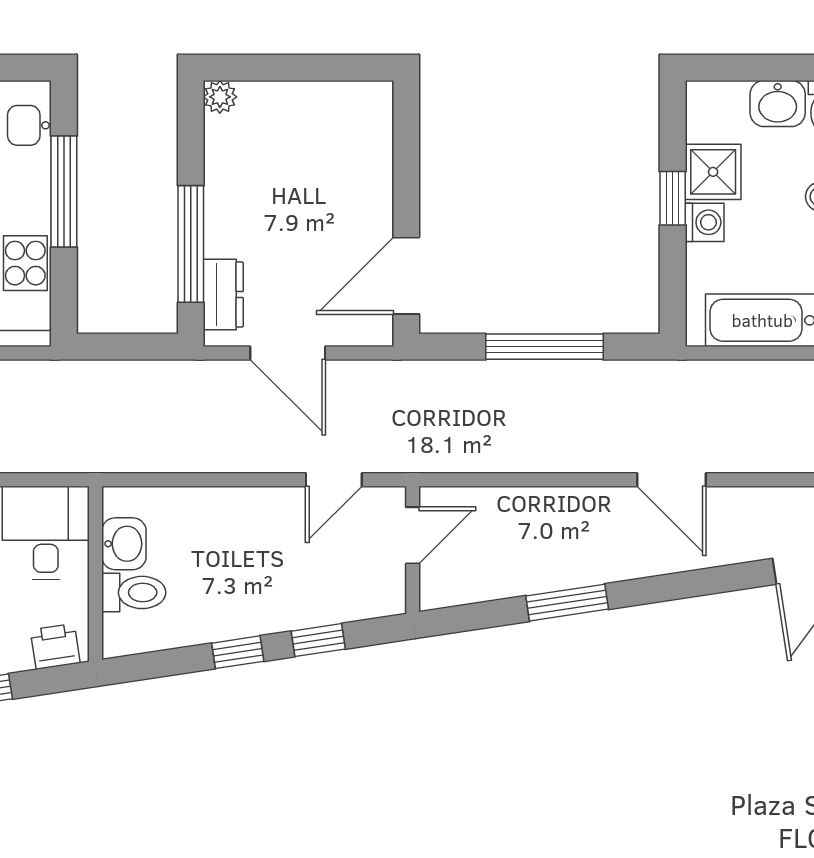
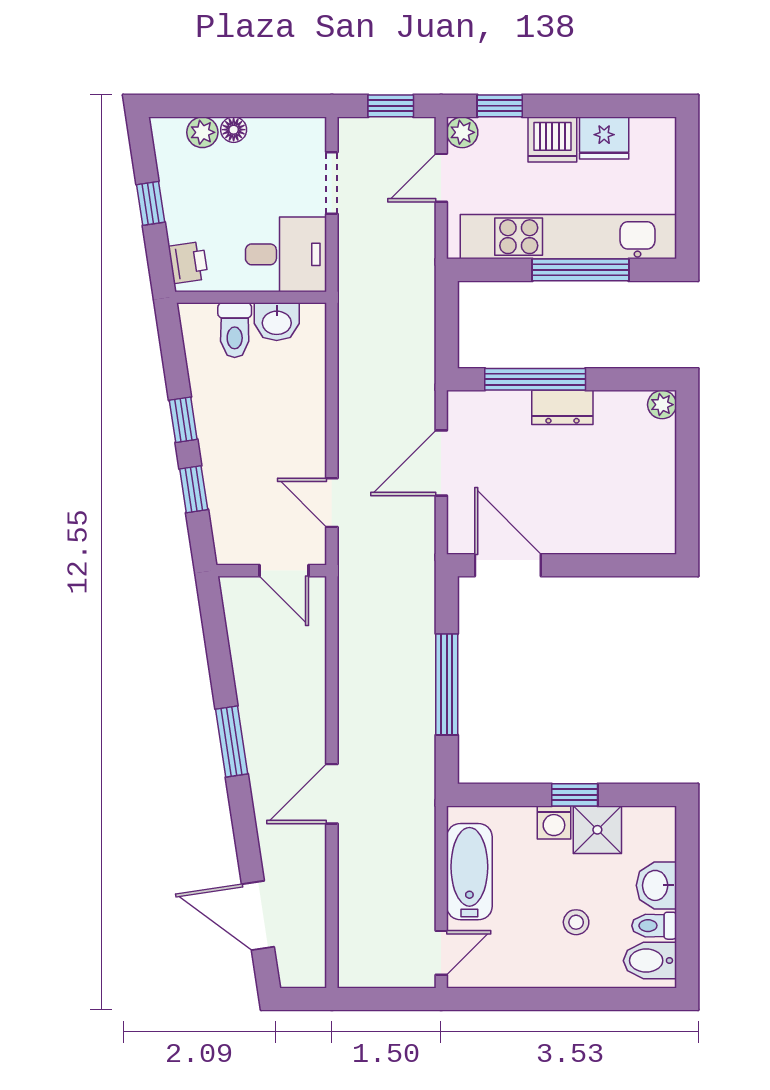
dresser: (223, 294) -> (562, 407), moved
window: (567, 603) -> (232, 742), moved

